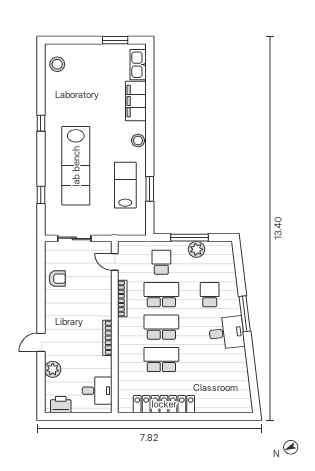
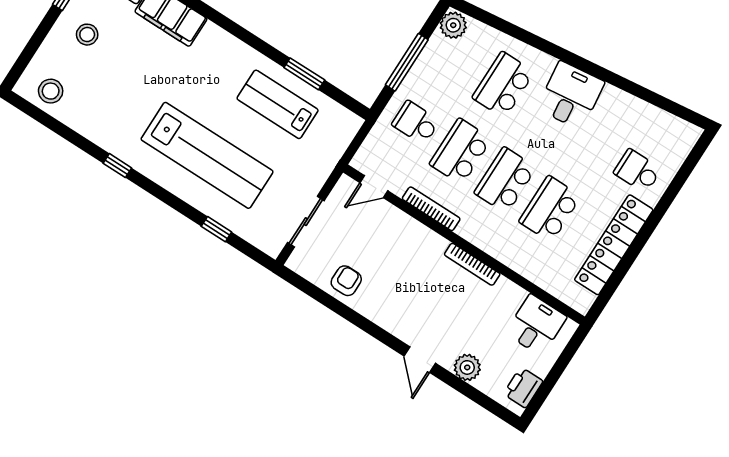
stool: (138, 140) -> (87, 35), moved
plant: (196, 249) -> (453, 25), moved
school desk: (210, 295) -> (503, 85), width x1.85
window: (245, 314) -> (561, 54), removed
school desk: (210, 392) -> (637, 171), added

